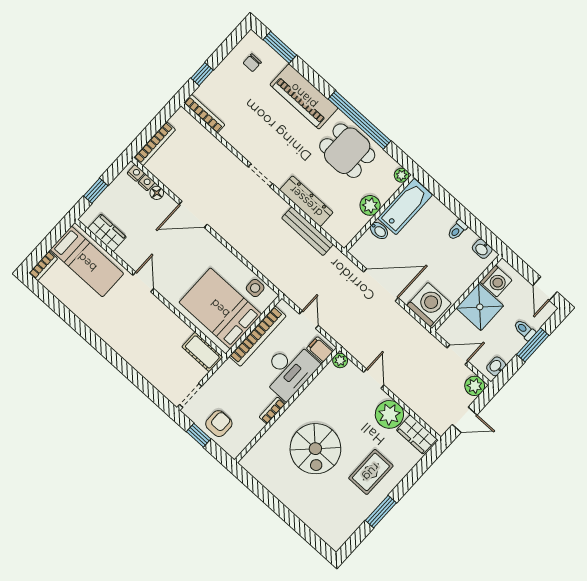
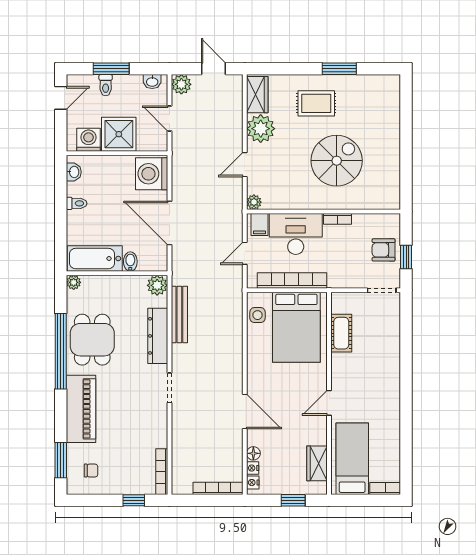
plant: (370, 205) -> (157, 285), moved
cot: (202, 352) -> (341, 333), moved

